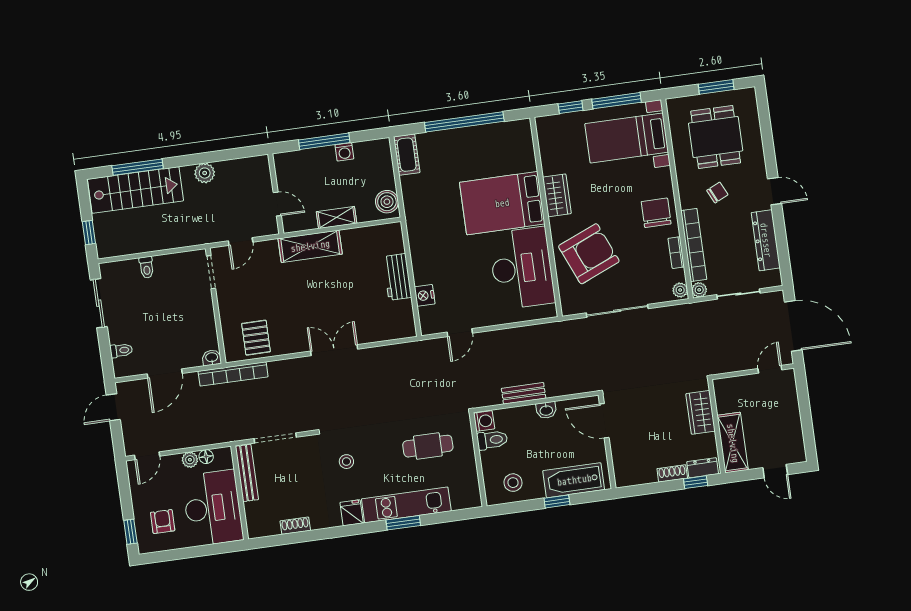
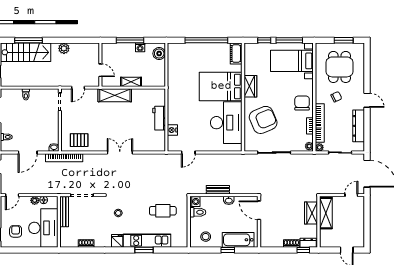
cot: (407, 155) -> (236, 53), moved
boiler: (387, 202) -> (159, 53), moved
pallet: (256, 338) -> (79, 140), turned 90
shelving: (733, 443) -> (326, 213), moved

